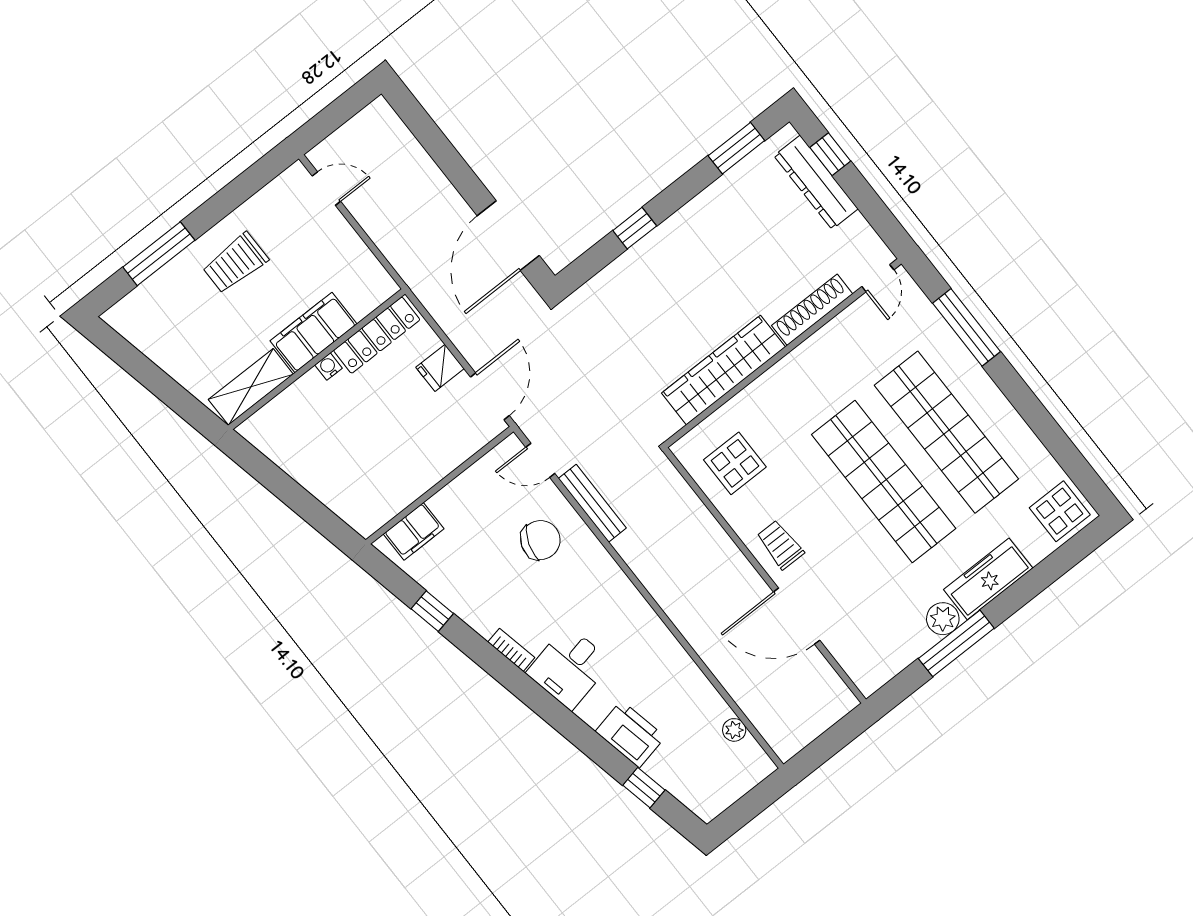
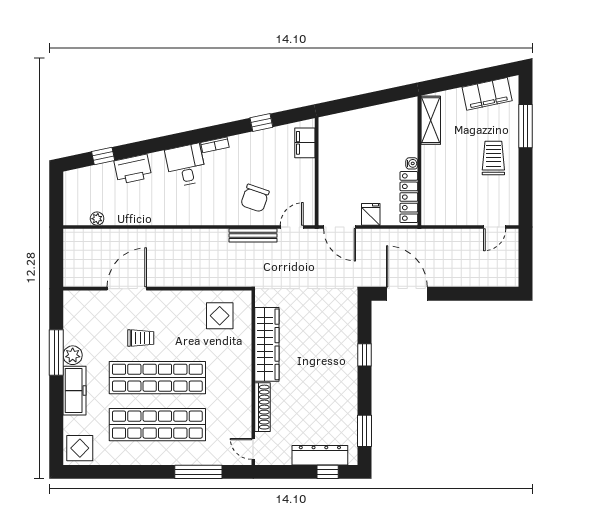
filing cabinet: (314, 332) -> (487, 94), moved, turned 78
trolley: (780, 545) -> (141, 338), moved

